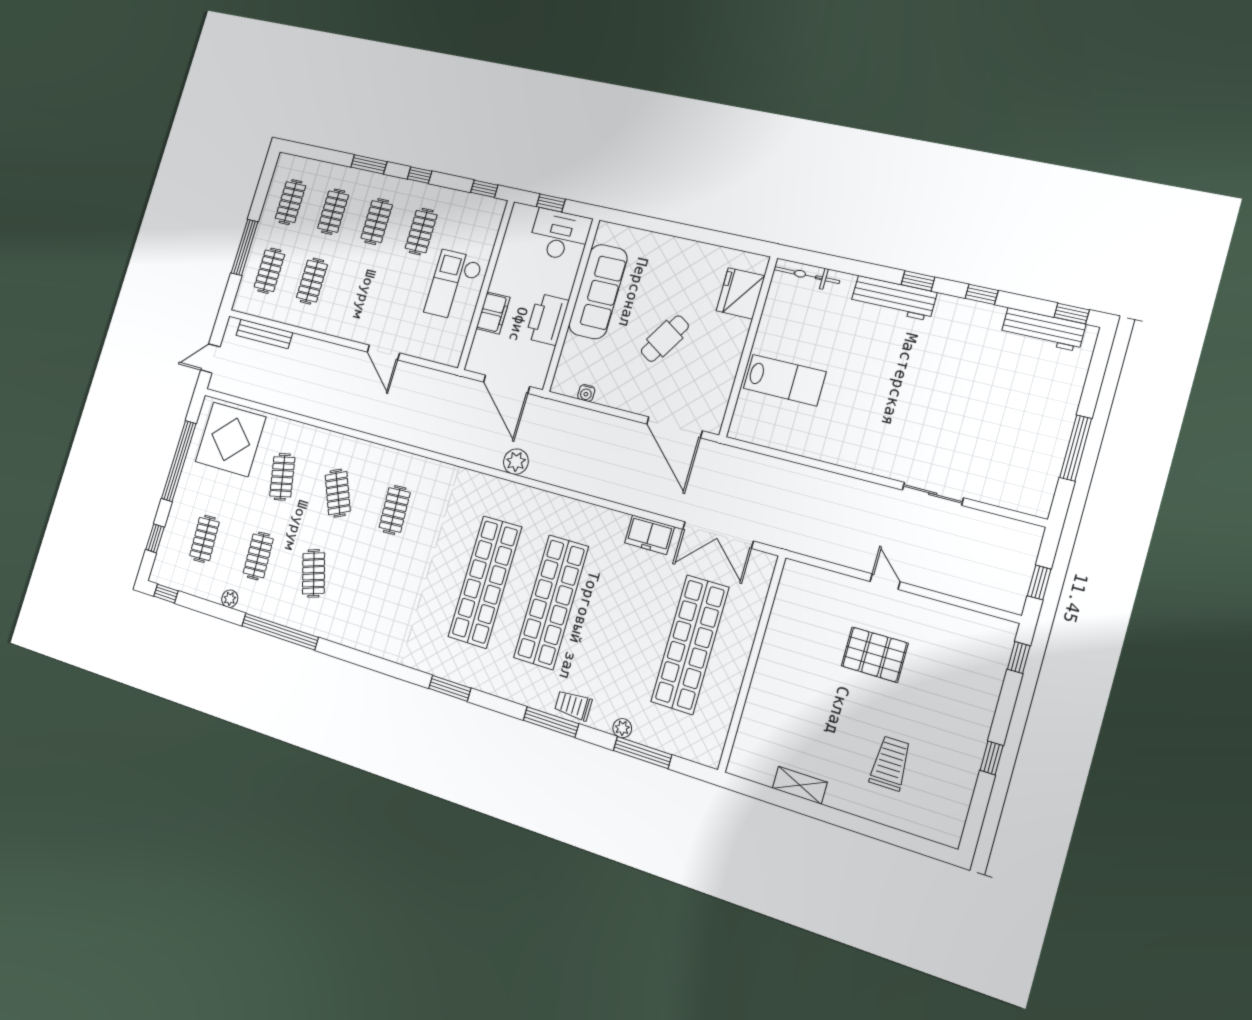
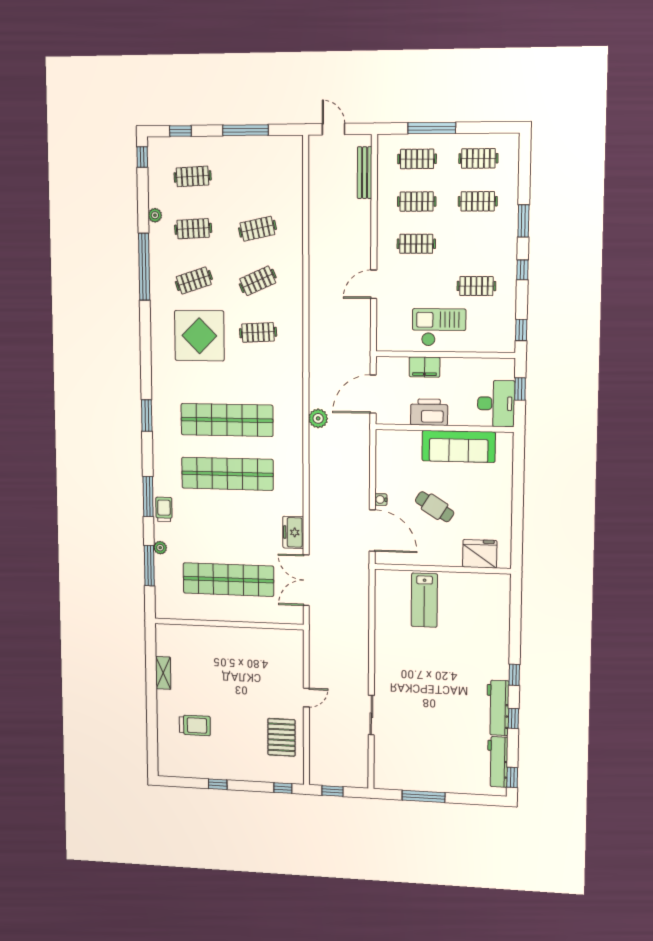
clothes rail: (377, 221) -> (416, 244), moved
bicycle: (807, 275) -> (503, 598), removed
workbench: (894, 298) -> (498, 708), moved
water cooler: (586, 393) -> (381, 500), moved
door: (674, 427) -> (372, 531), swing flipped
display table: (231, 439) -> (199, 336), moved
window: (179, 461) -> (245, 130), width x0.68
pallet: (875, 655) -> (281, 737), moved

